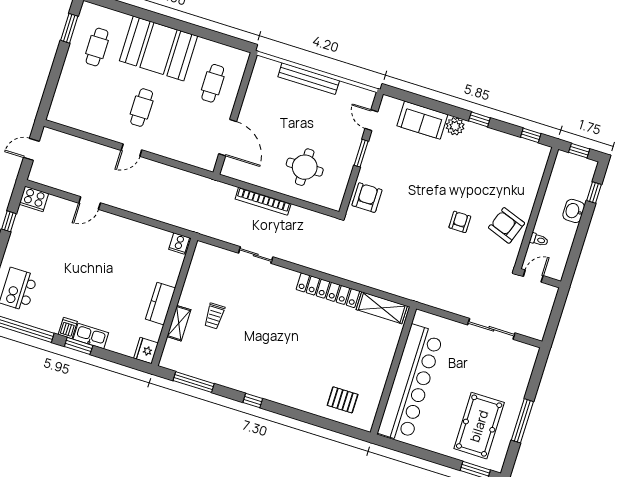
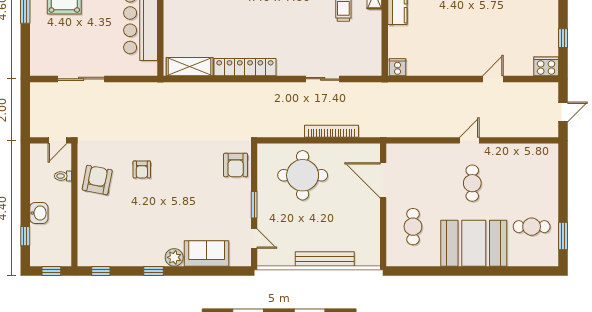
cafe table: (97, 47) -> (532, 227), turned 90
round table: (305, 167) -> (303, 175), width x1.36, depth x1.36
armchair: (507, 225) -> (97, 180), turned -99

